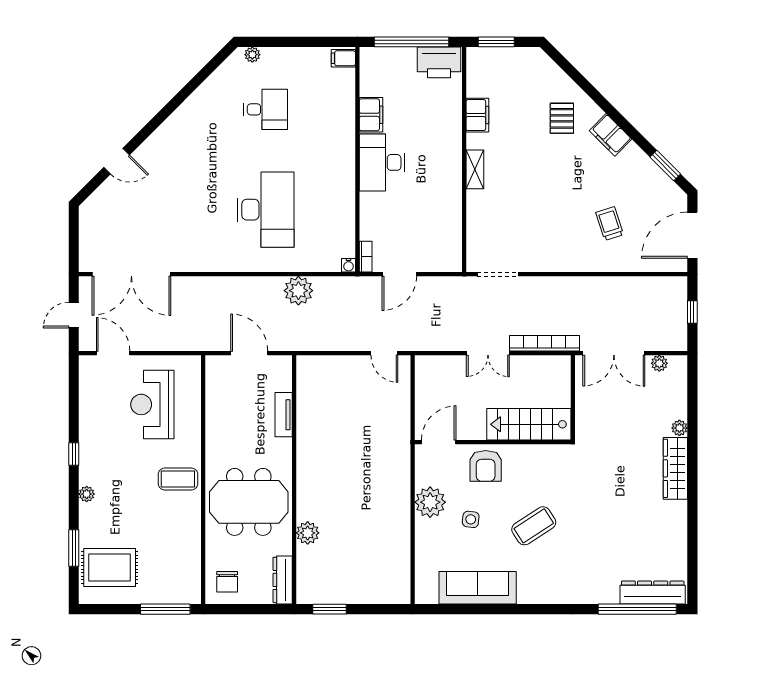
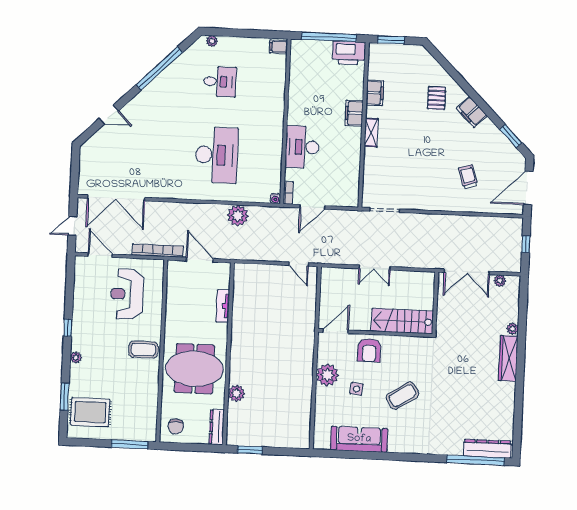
window: (183, 95) -> (159, 68), added
filing cabinet: (371, 115) -> (354, 113), moved, turned 180
desk: (382, 162) -> (302, 147), moved
bookcase: (544, 343) -> (158, 251), moved

